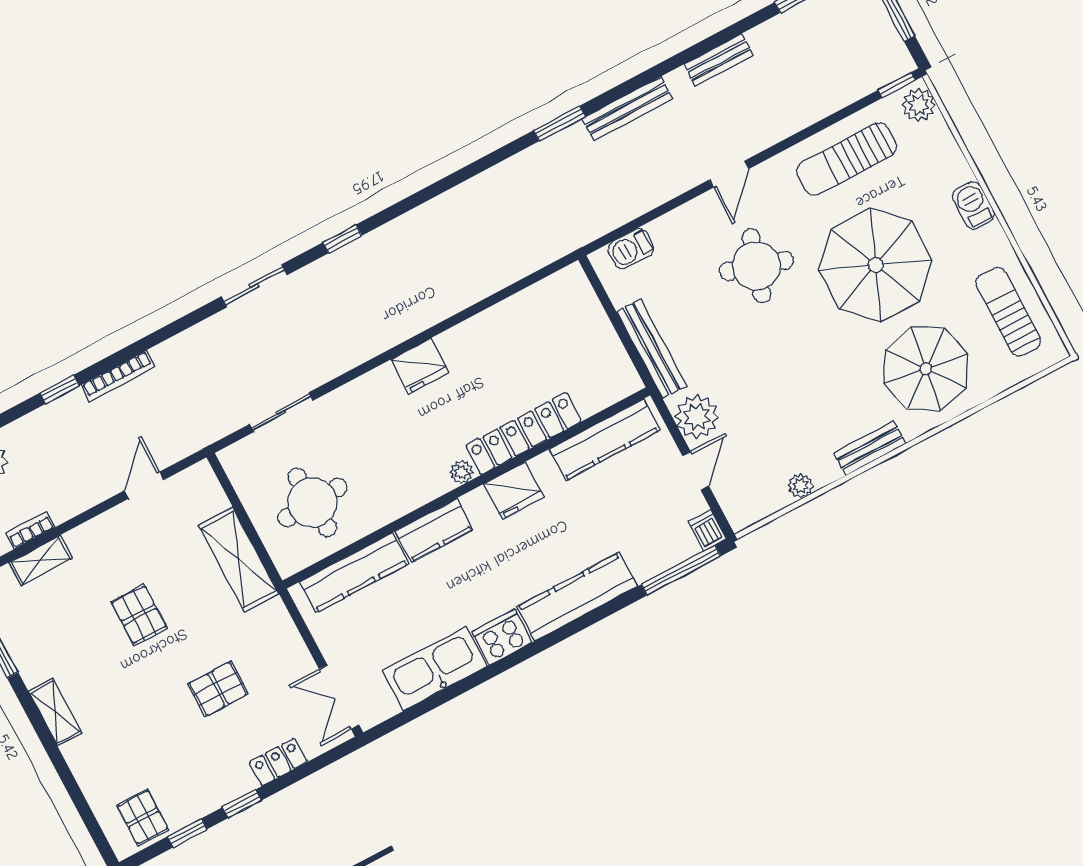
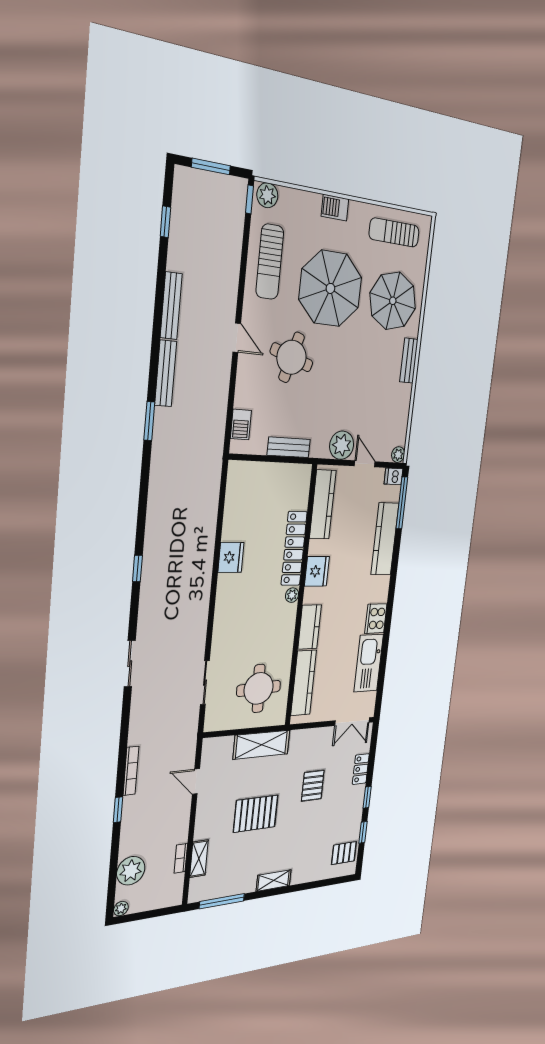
bench: (718, 60) -> (171, 306), width x1.36
window: (342, 239) -> (137, 569), moved
bench: (652, 349) -> (289, 447), width x0.73
fridge: (420, 366) -> (231, 557), moved
plant: (800, 486) -> (398, 455), moved
kitchen counter: (577, 597) -> (385, 539), moved
pallet: (139, 615) -> (256, 814), width x1.50, depth x1.42

